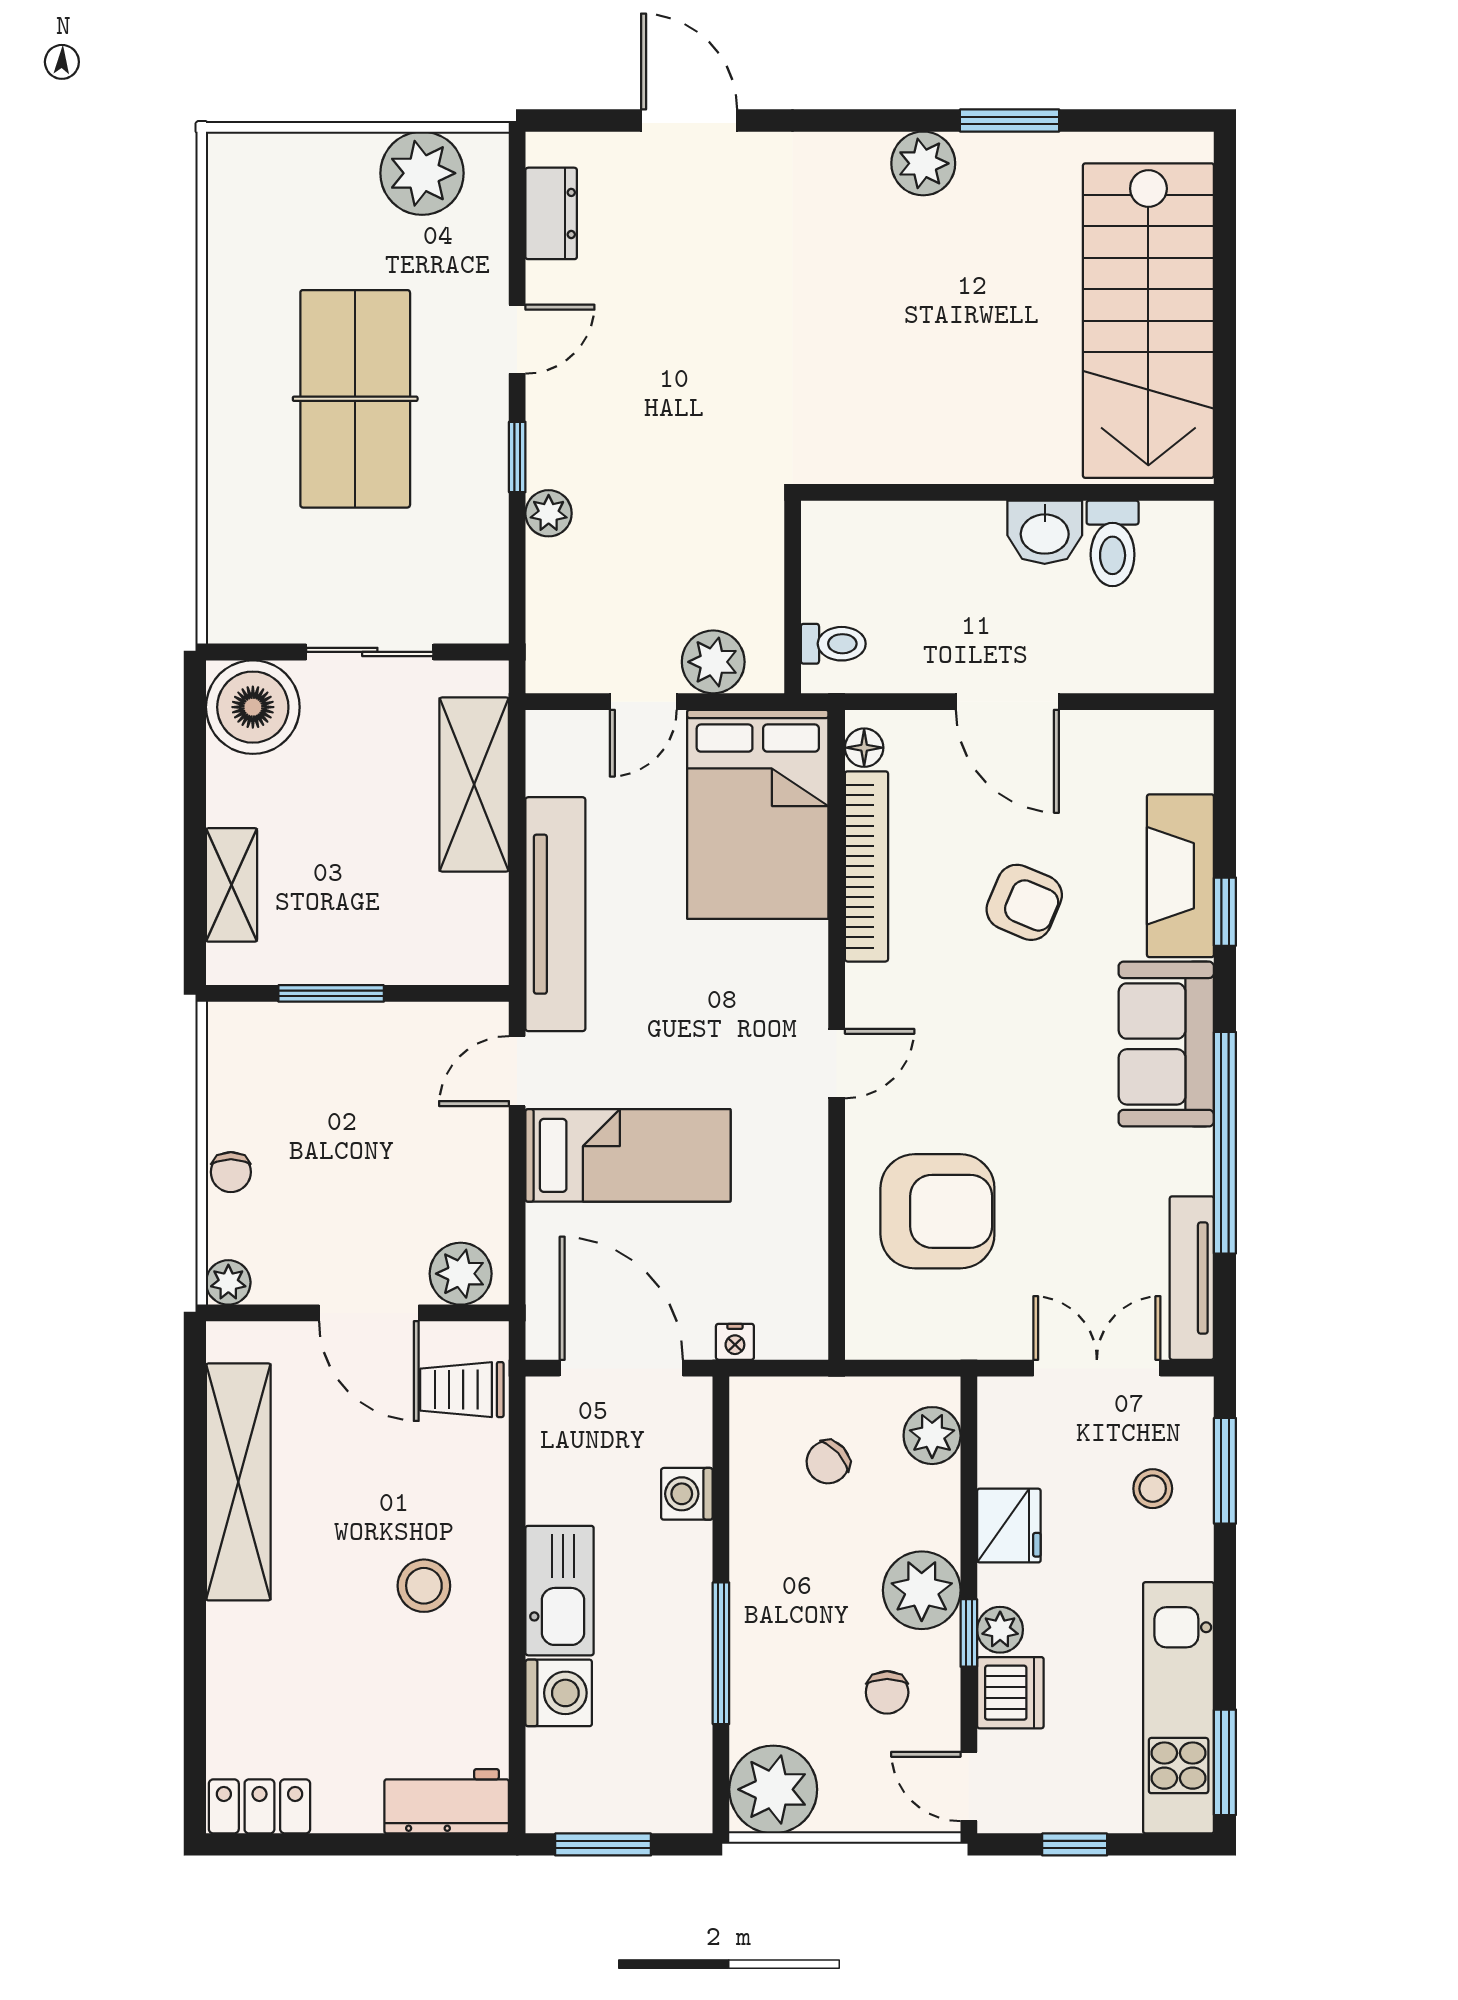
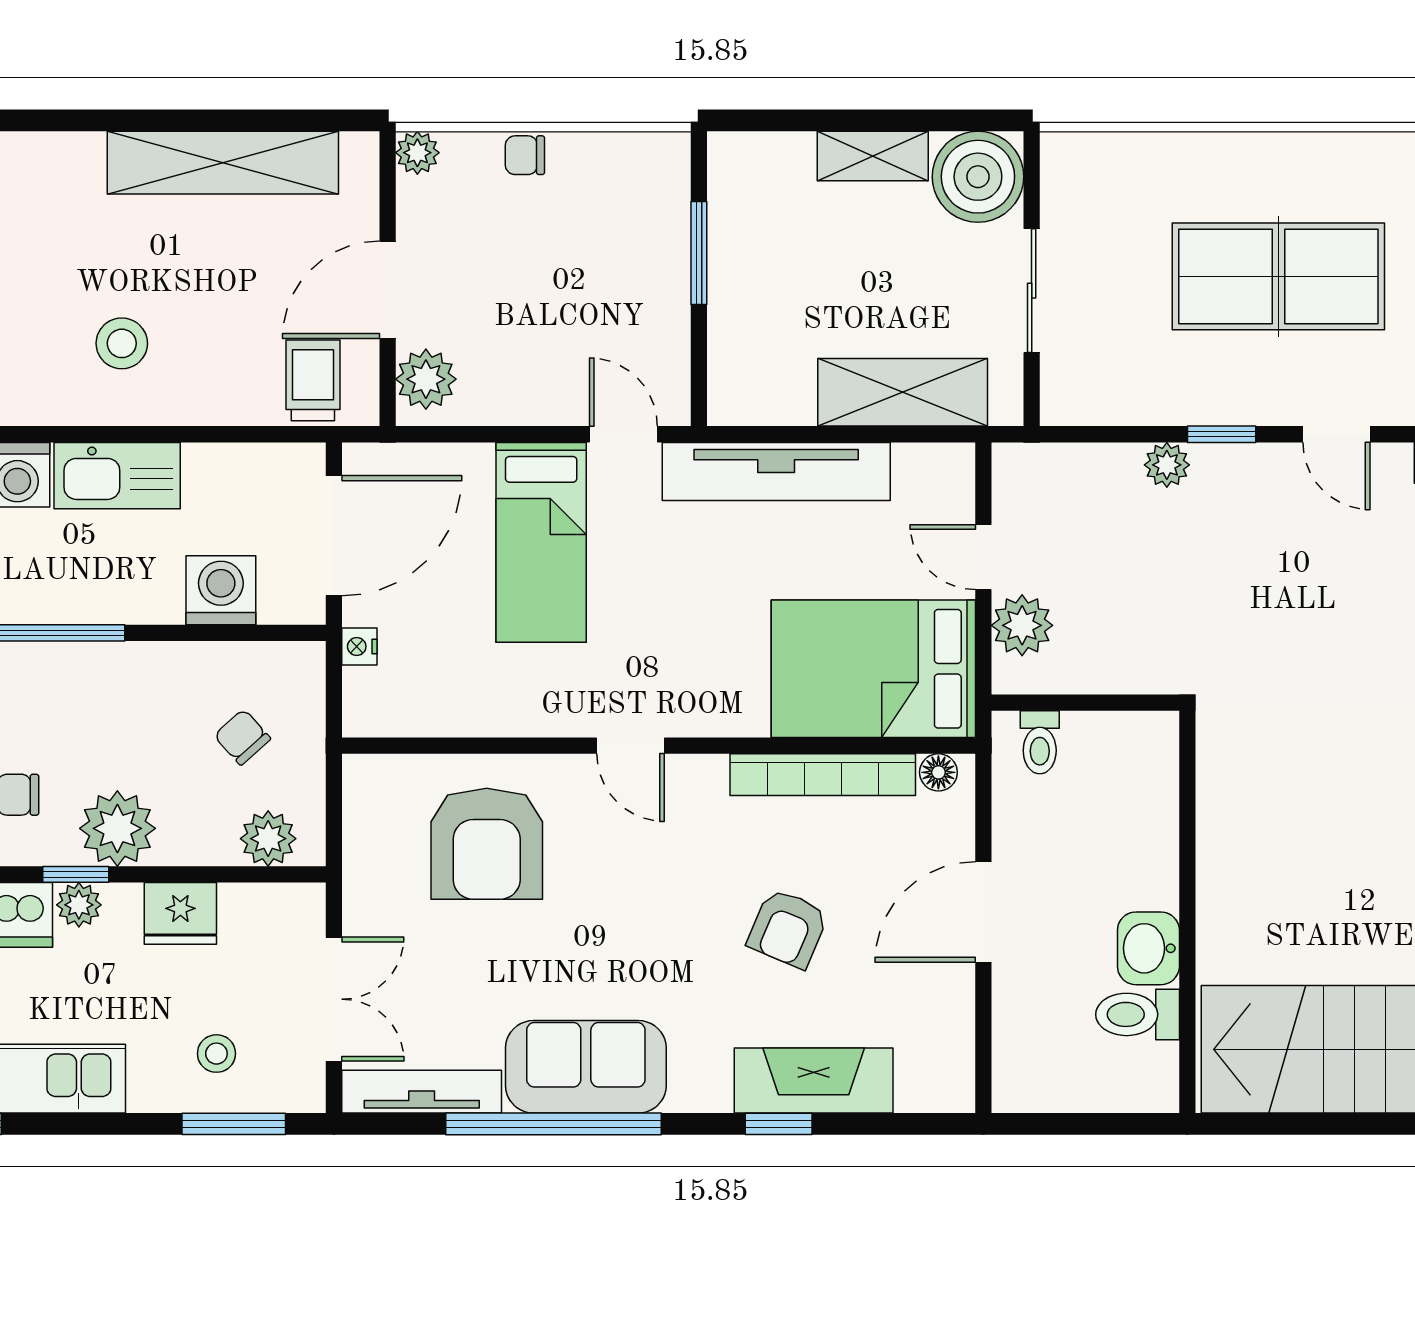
shelving: (232, 885) -> (873, 156), moved
sofa: (1166, 1044) -> (586, 1067), moved
washing machine: (687, 1494) -> (221, 590), width x1.38, depth x1.38

